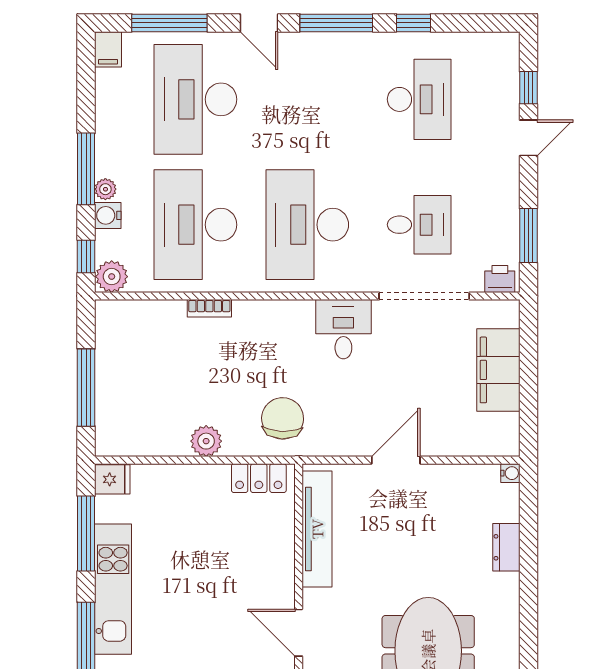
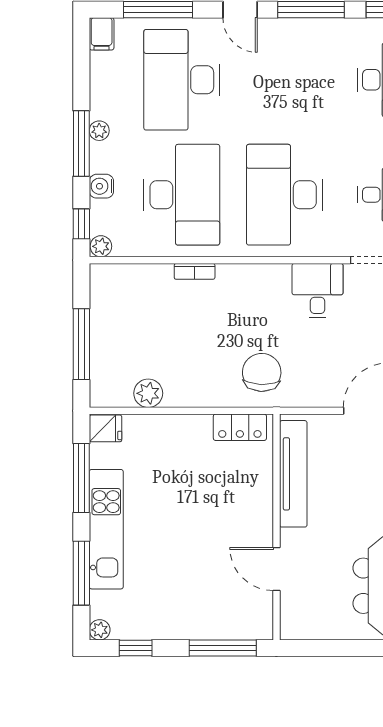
plant: (105, 189) -> (99, 131), moved
desk: (195, 225) -> (182, 195), turned 180
plant: (112, 277) -> (101, 246), width x0.73, depth x0.73
plant: (206, 441) -> (148, 393), moved

